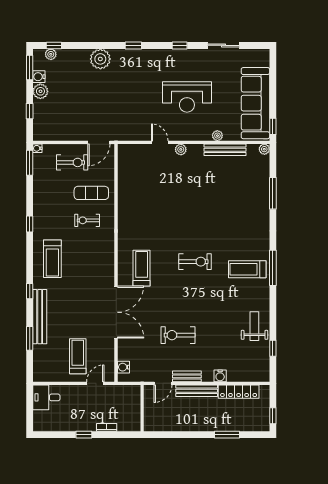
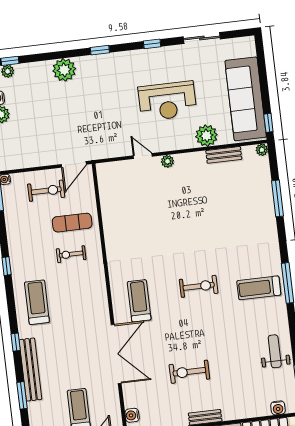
plant: (217, 136) -> (206, 136), width x1.88, depth x1.88
bench: (225, 150) -> (224, 155), width x0.73
treadmill: (52, 259) -> (37, 302), turned 180
water cooler: (220, 376) -> (278, 408), moved

